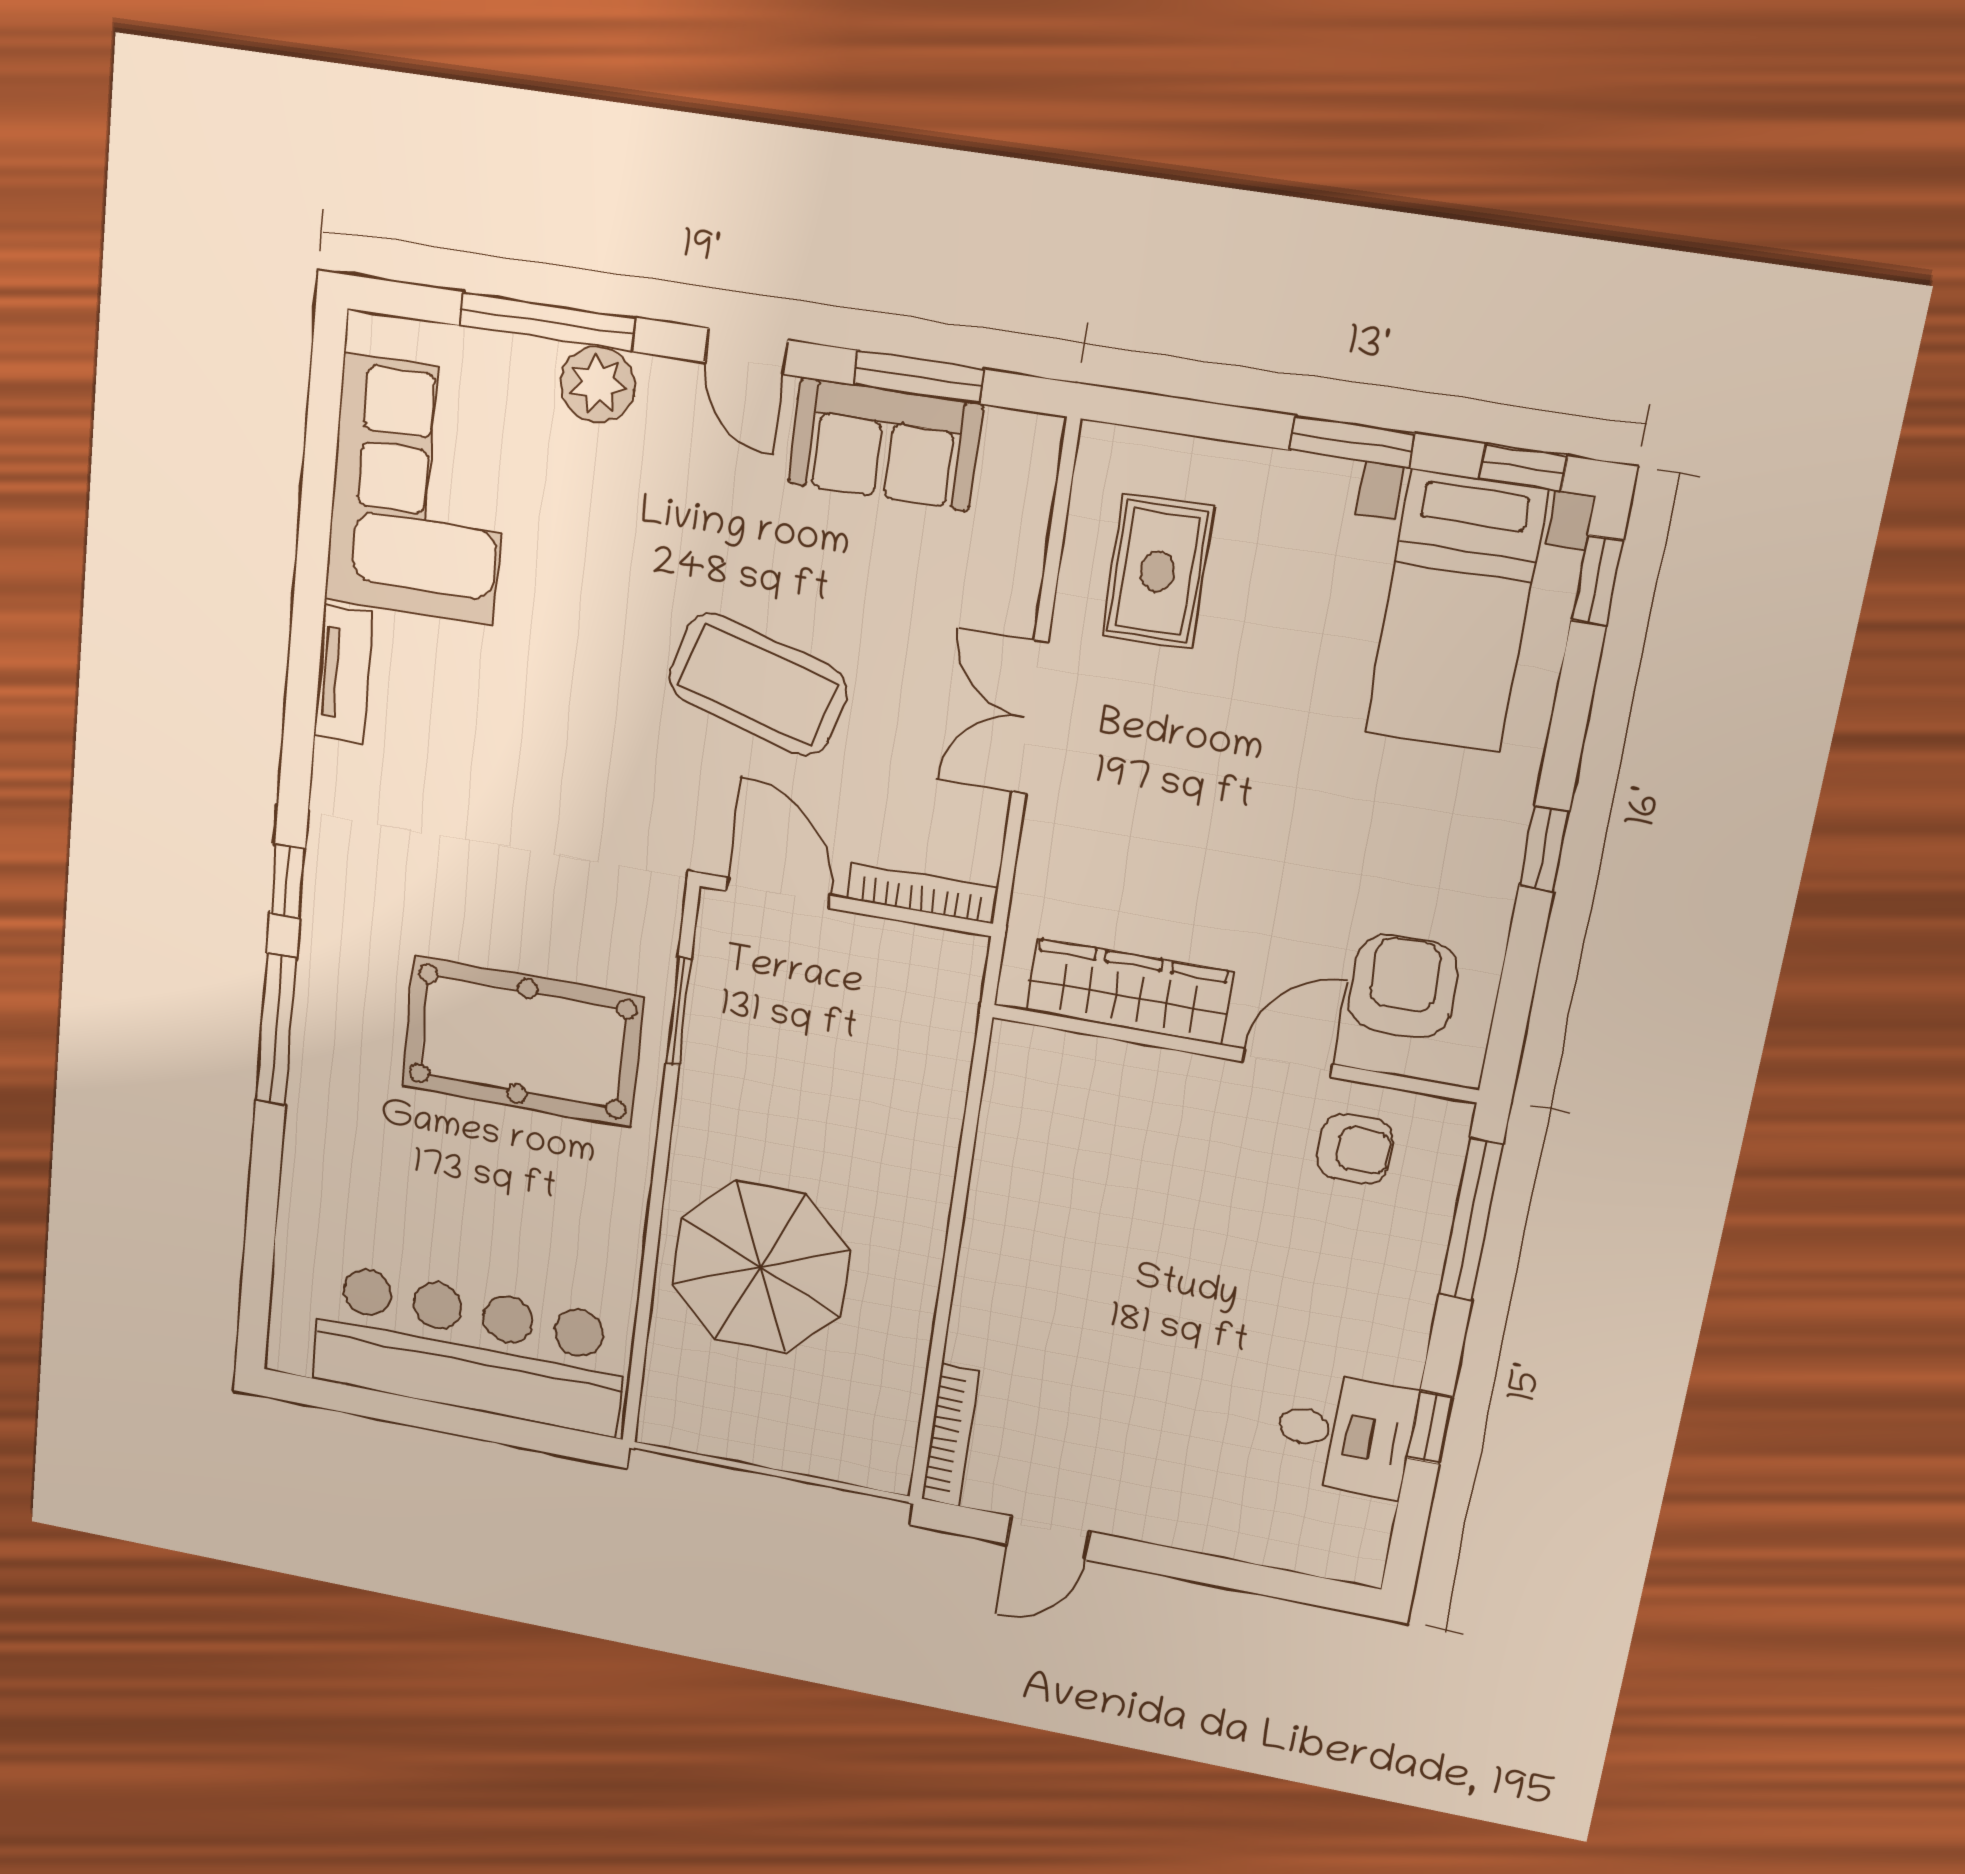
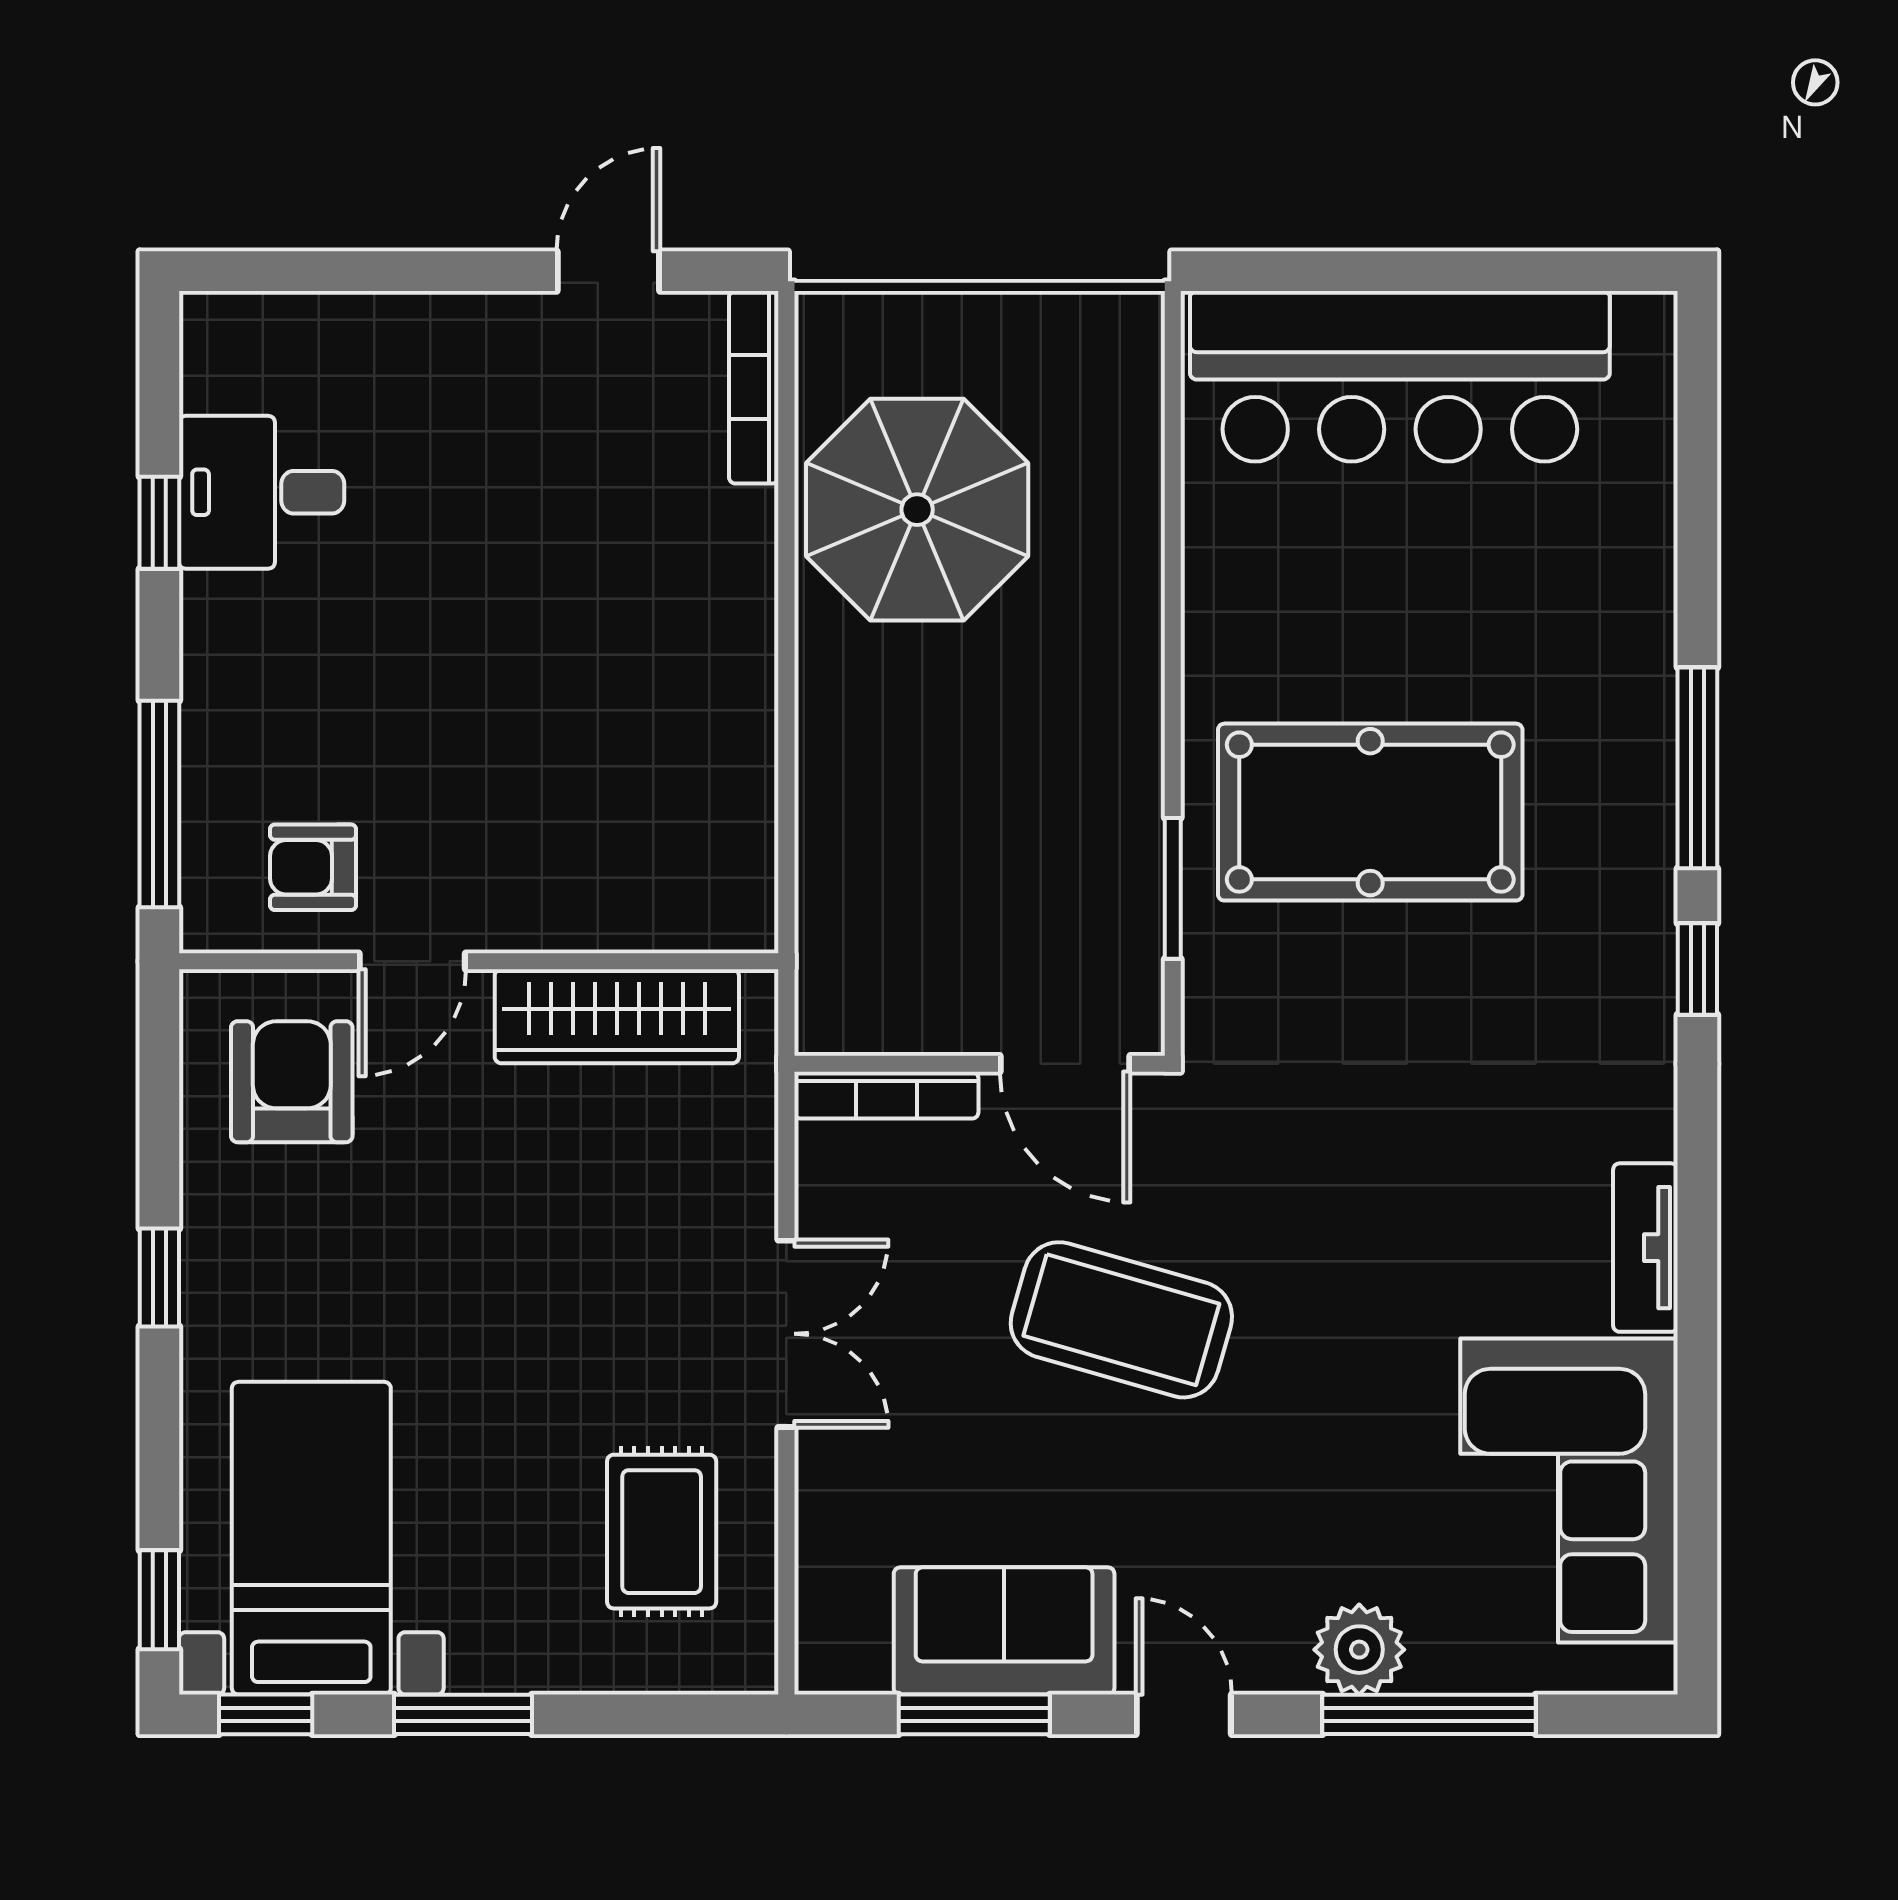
armchair: (1403, 986) -> (292, 1082), turned 180
parasol: (760, 1267) -> (917, 510), moved

